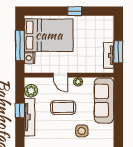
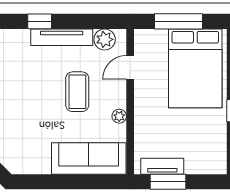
nightstand: (30, 58) -> (158, 37), removed
door: (60, 75) -> (130, 67), moved
window: (20, 110) -> (40, 21), moved
side table: (82, 131) -> (39, 122), removed

